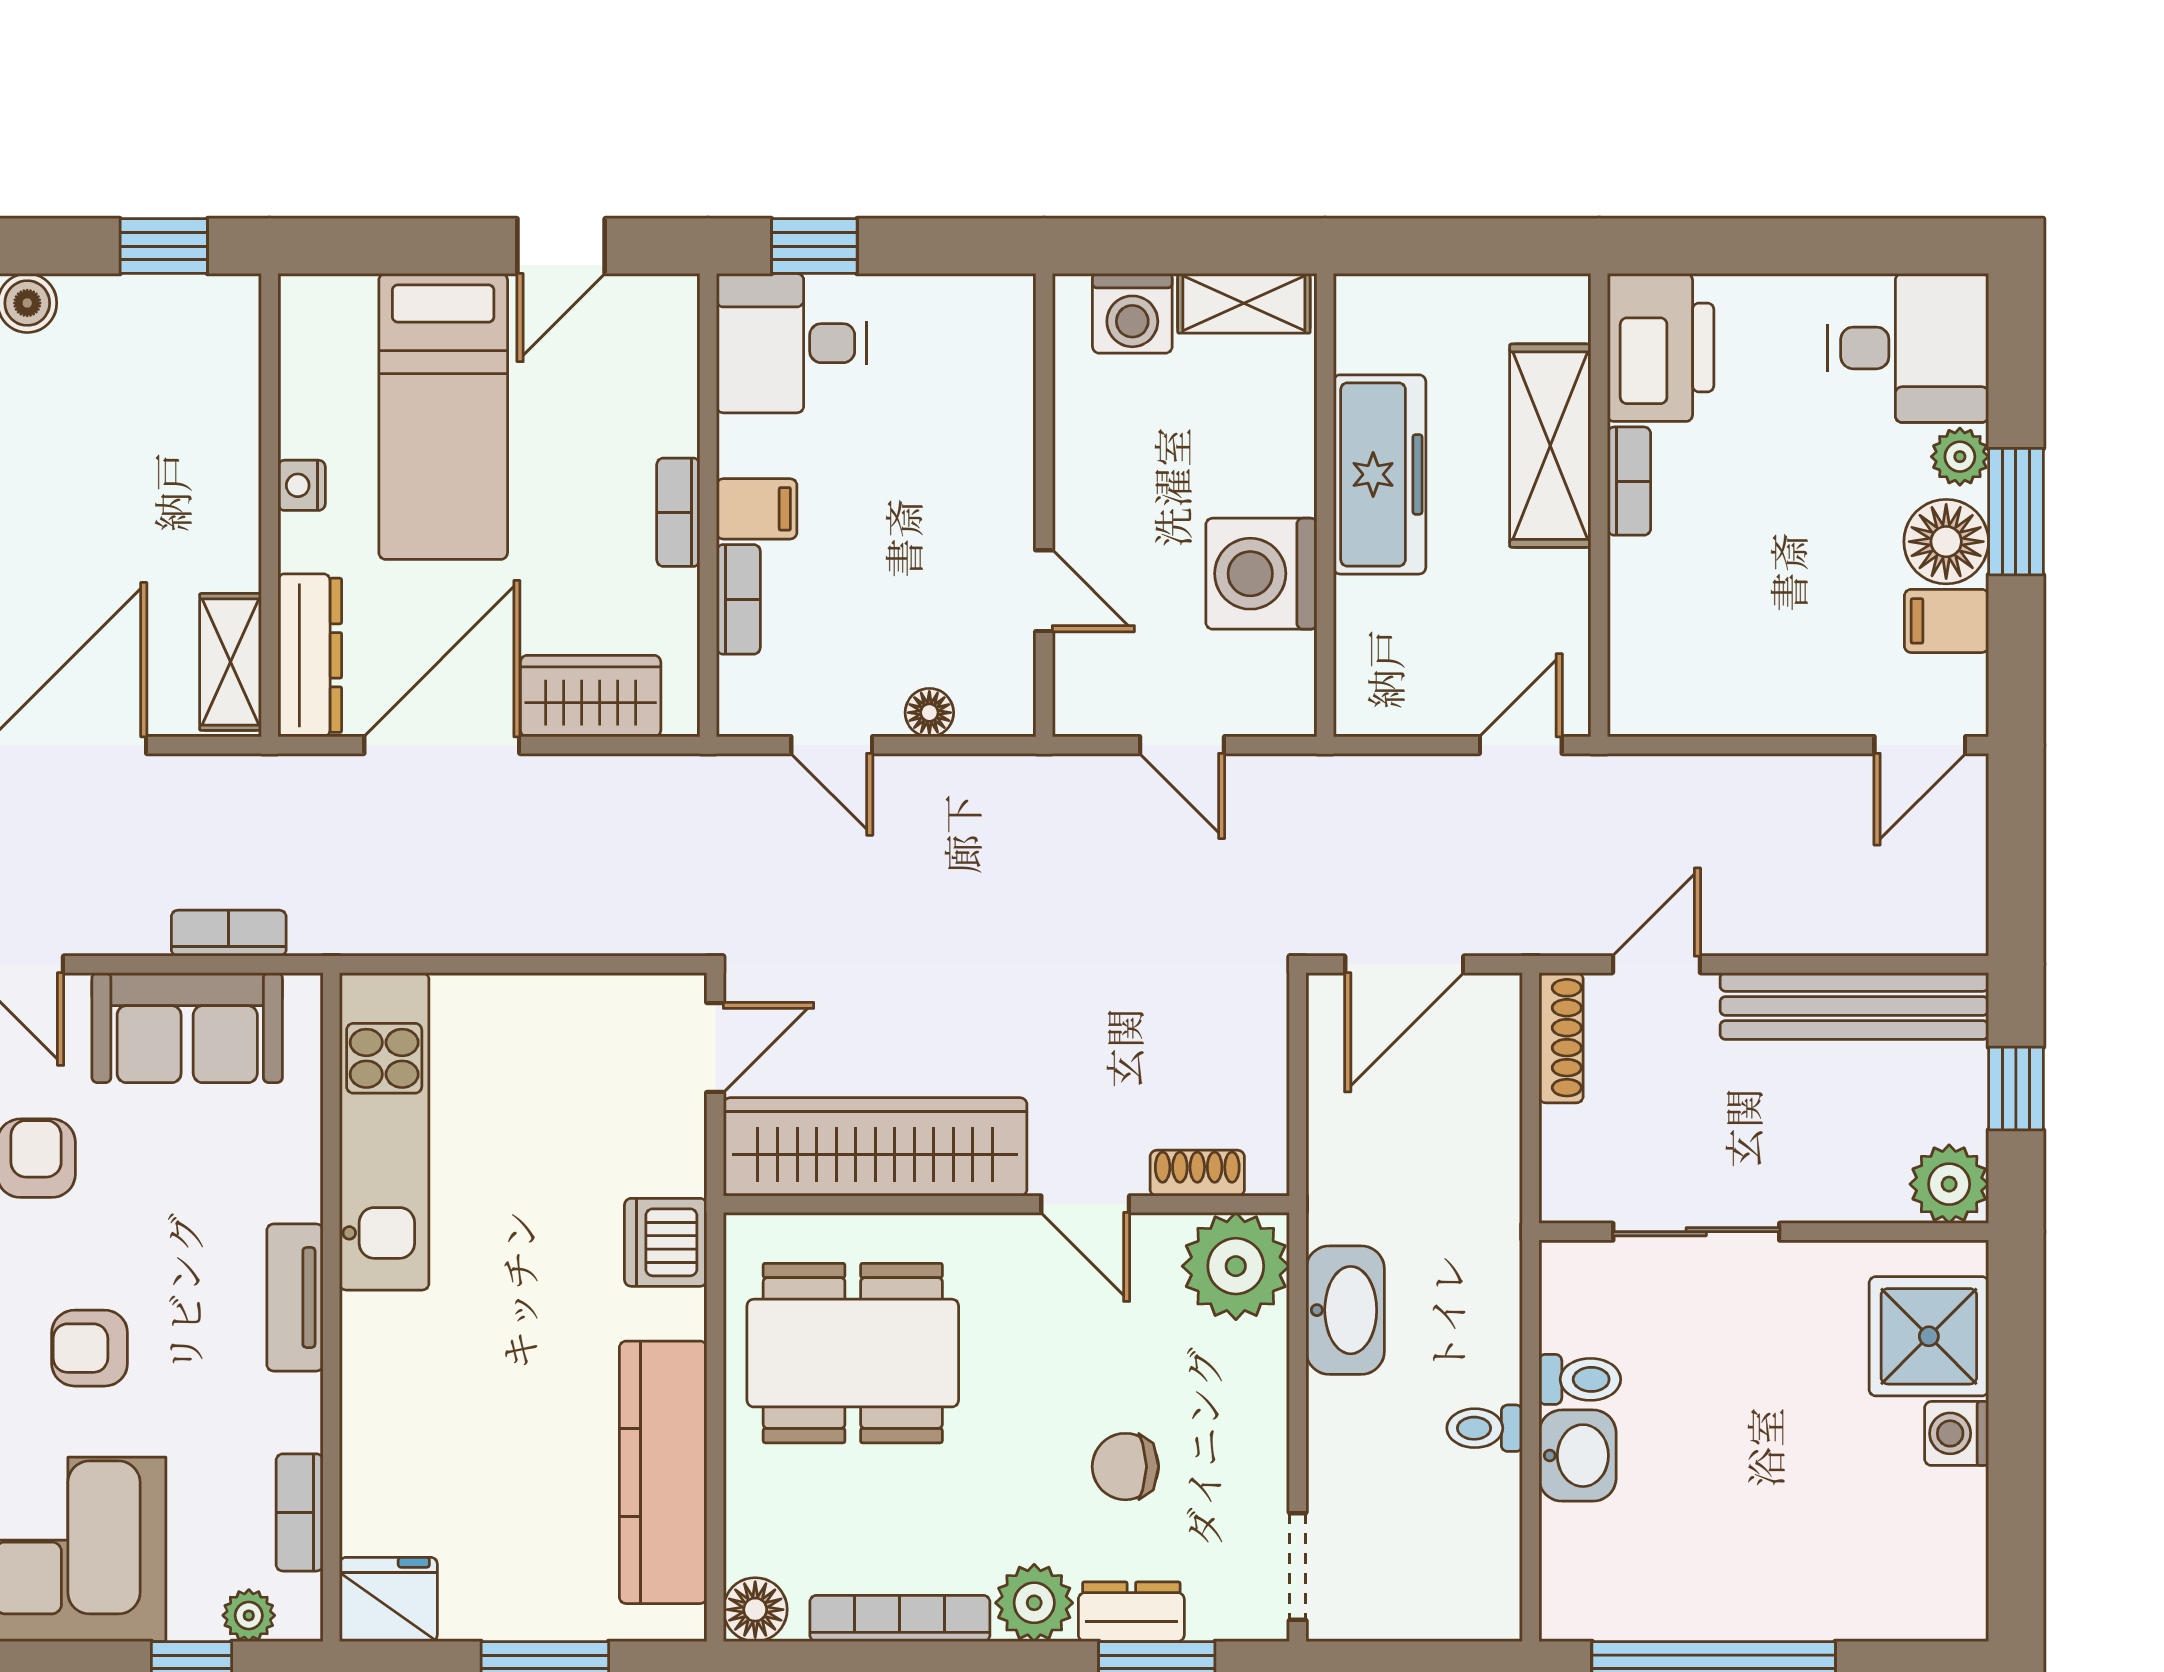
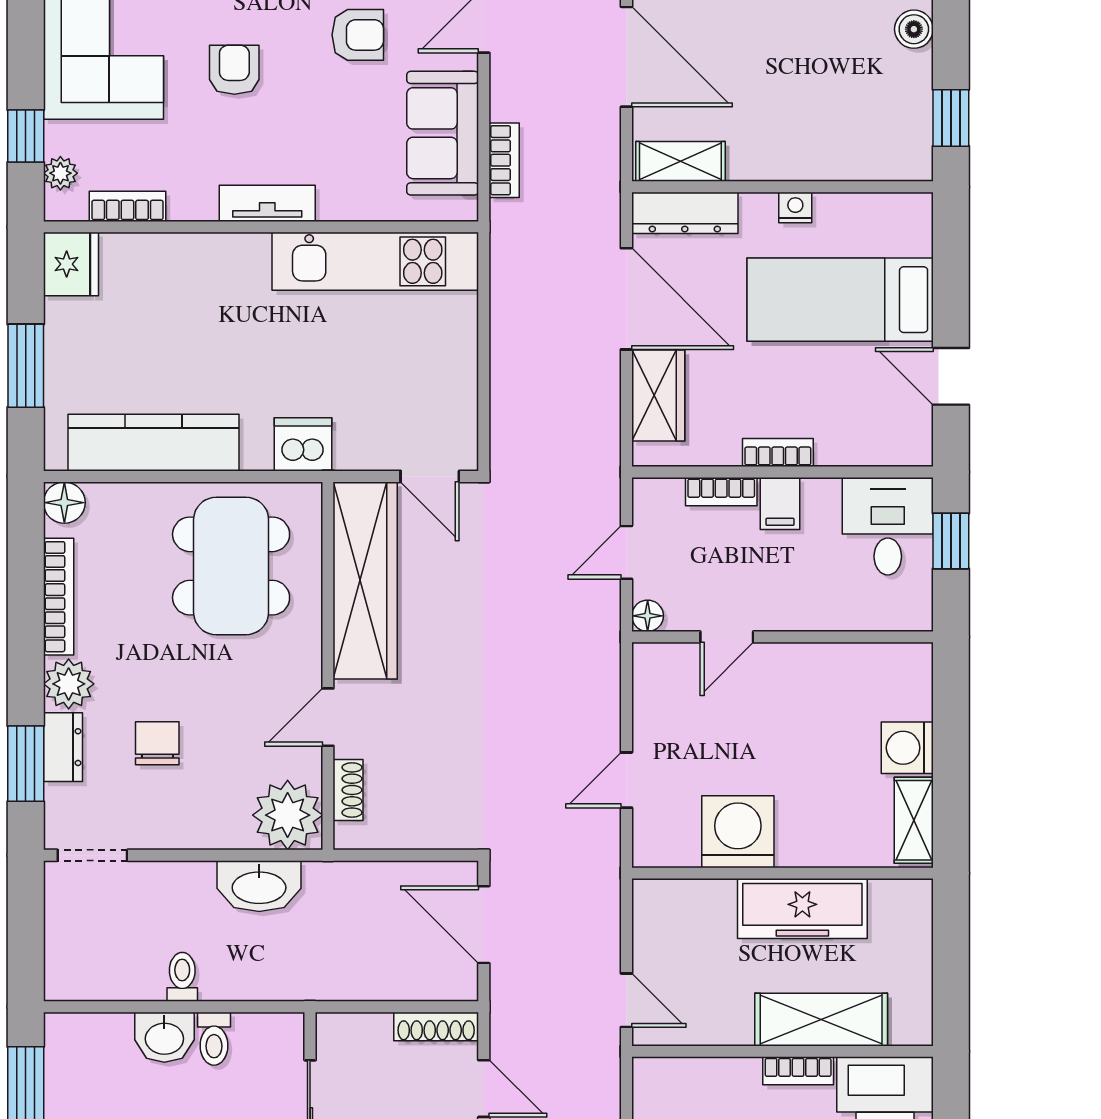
wall: (1044, 505) -> (782, 637), moved
door: (1044, 591) -> (727, 637), moved

